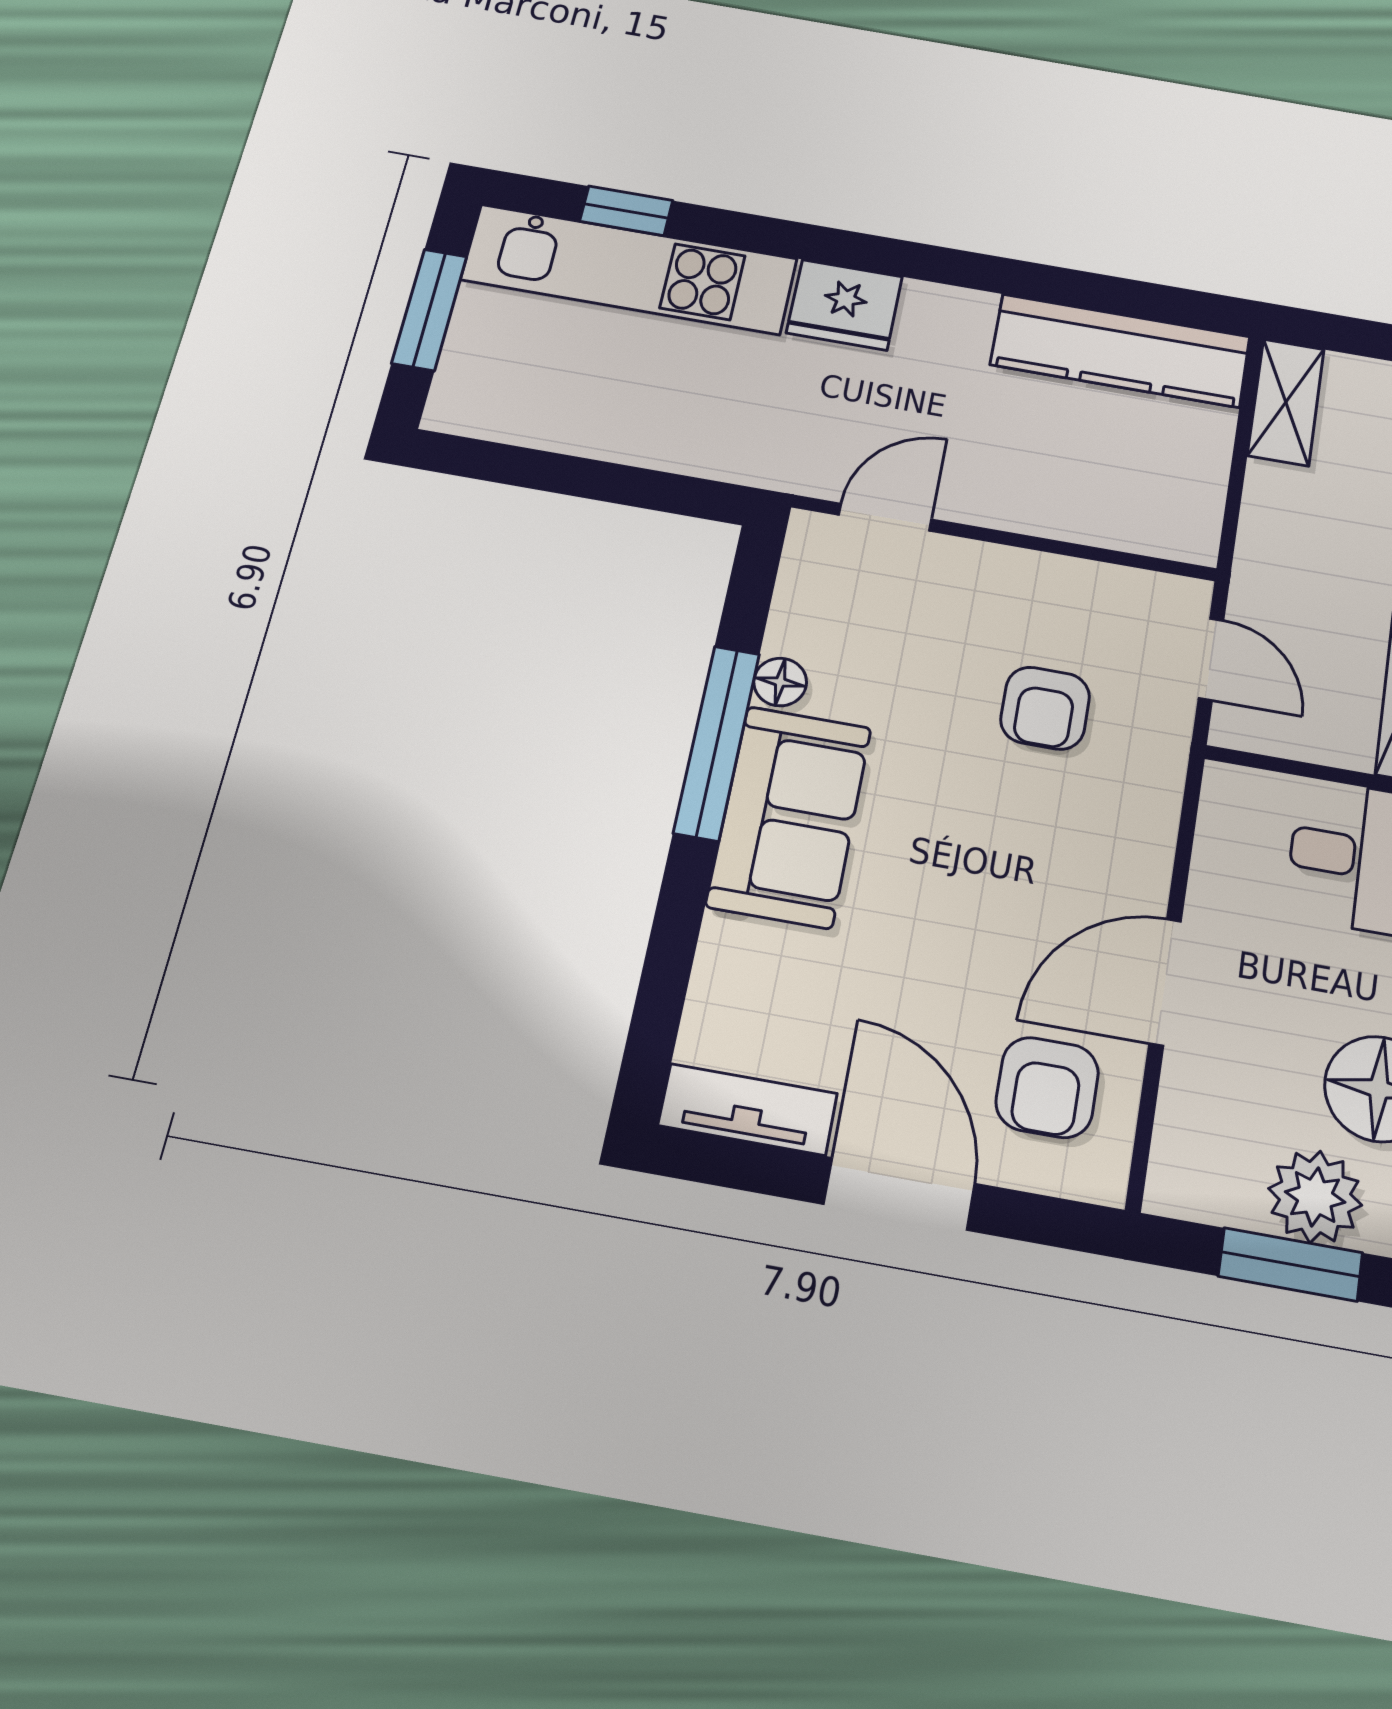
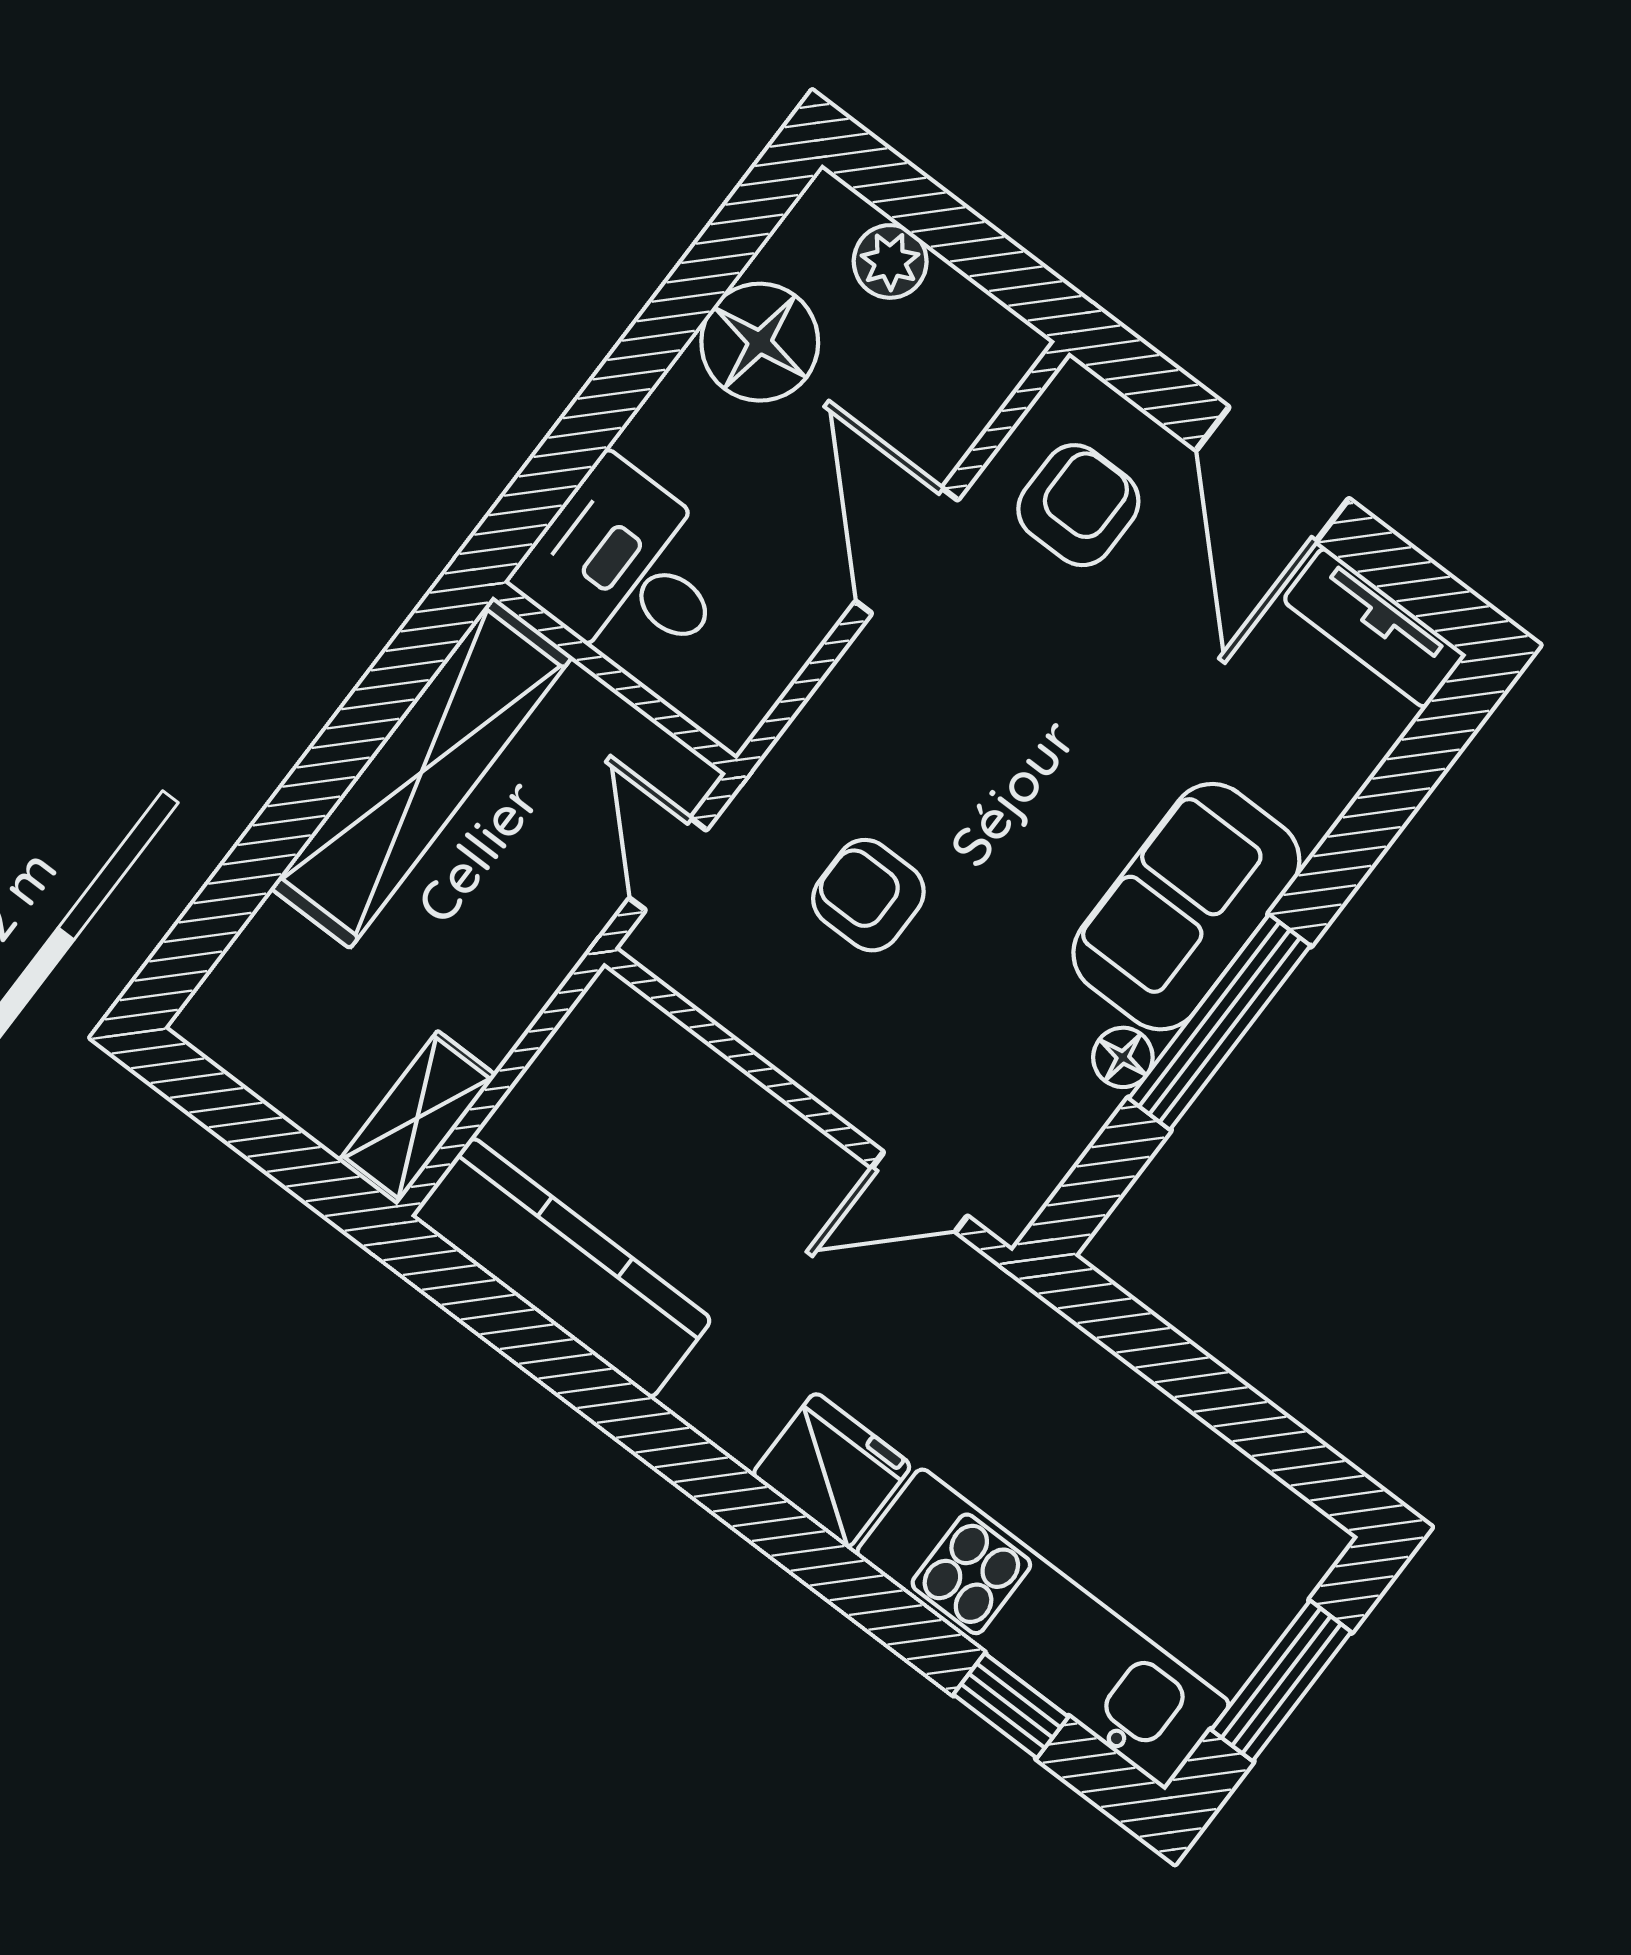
armchair: (1045, 708) -> (868, 895), turned -90
door: (1165, 982) -> (907, 551), swing flipped
plant: (1315, 1197) -> (890, 261), width x0.73, depth x0.73
window: (1291, 1264) -> (942, 222), removed

